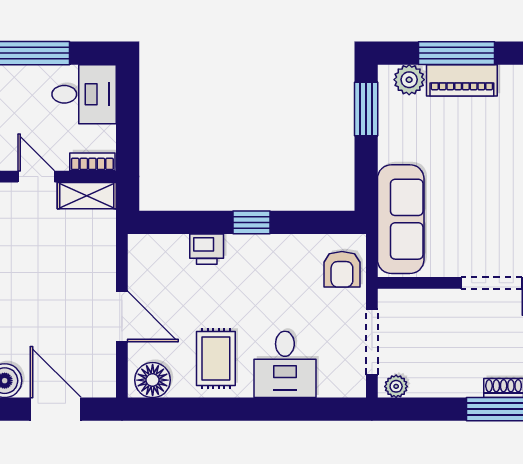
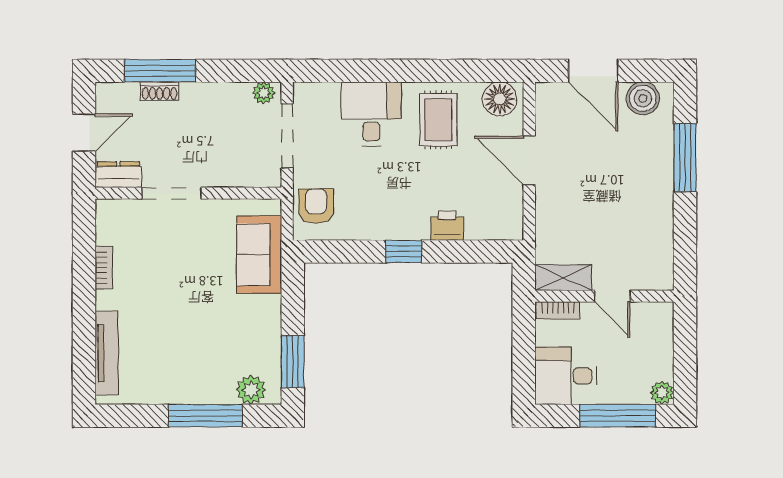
piano: (462, 80) -> (200, 389), removed
sofa: (401, 219) -> (259, 255), width x0.73

